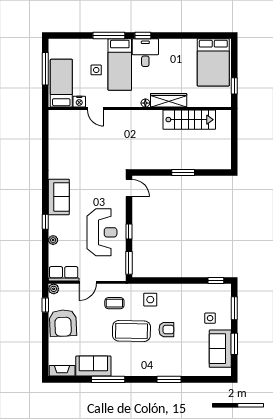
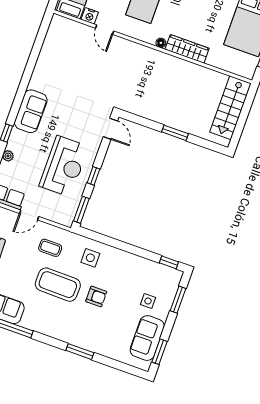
stairs: (189, 120) -> (230, 108), moved, turned 90
window: (234, 344) -> (160, 352), moved

